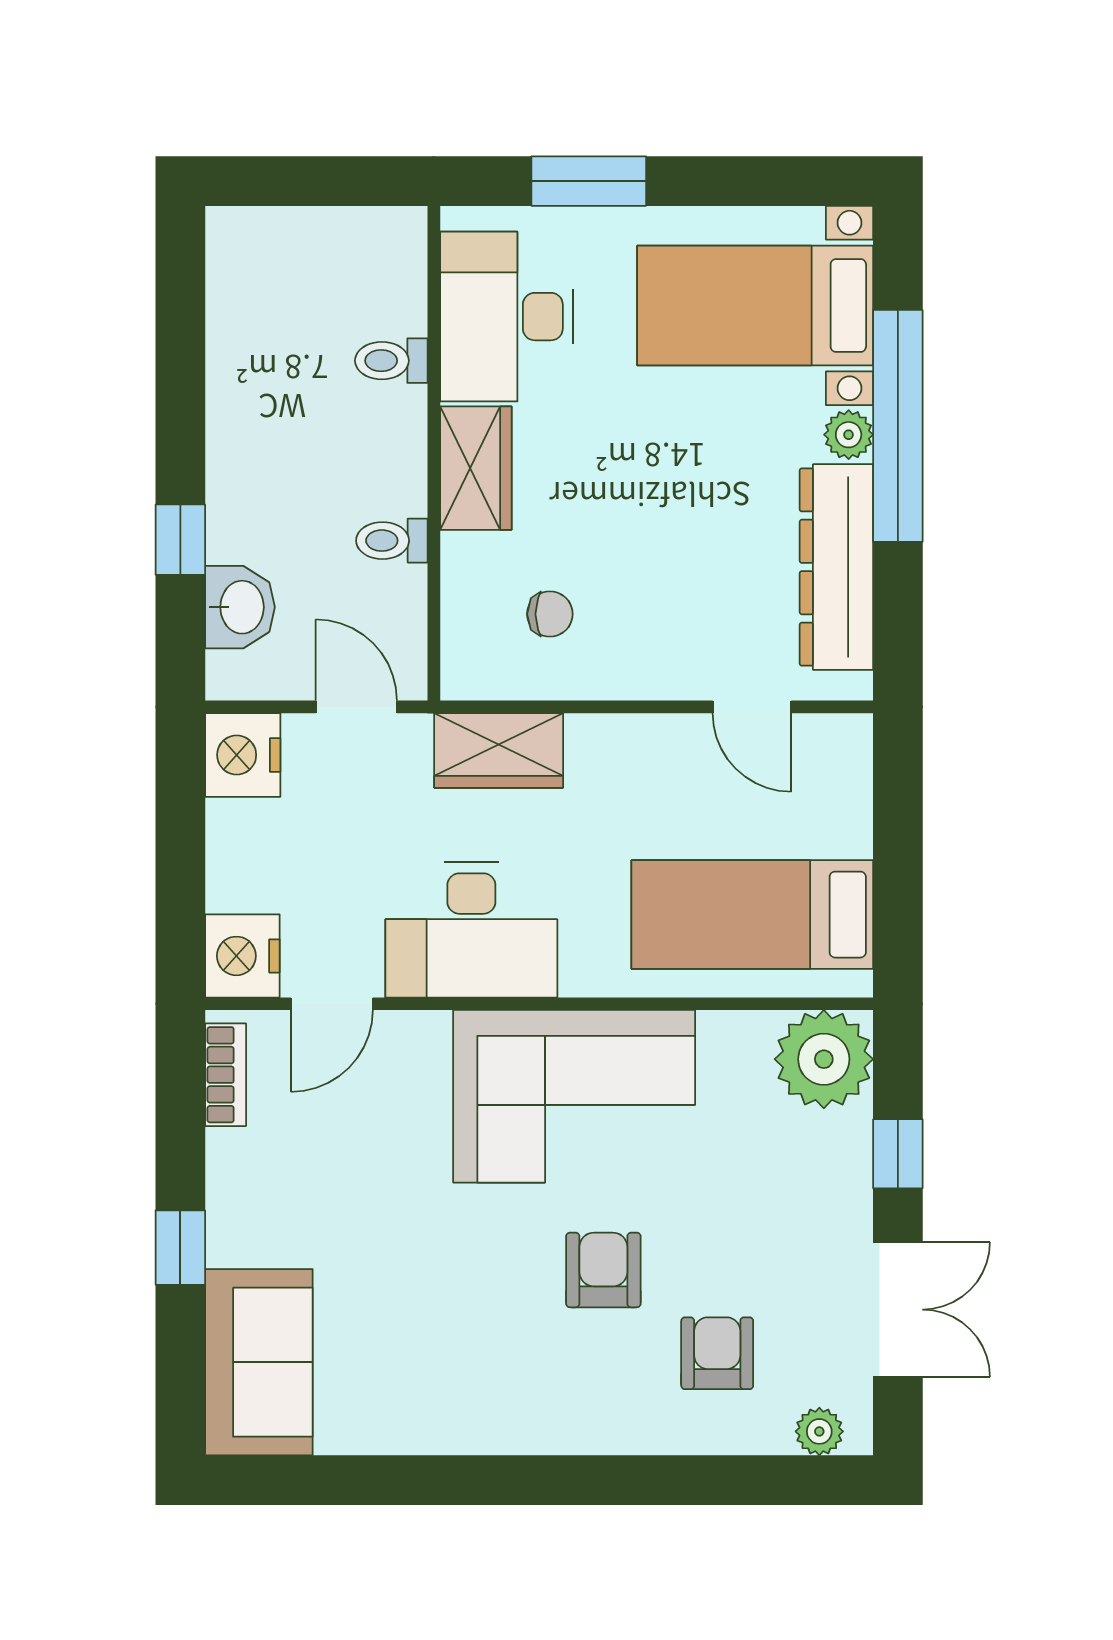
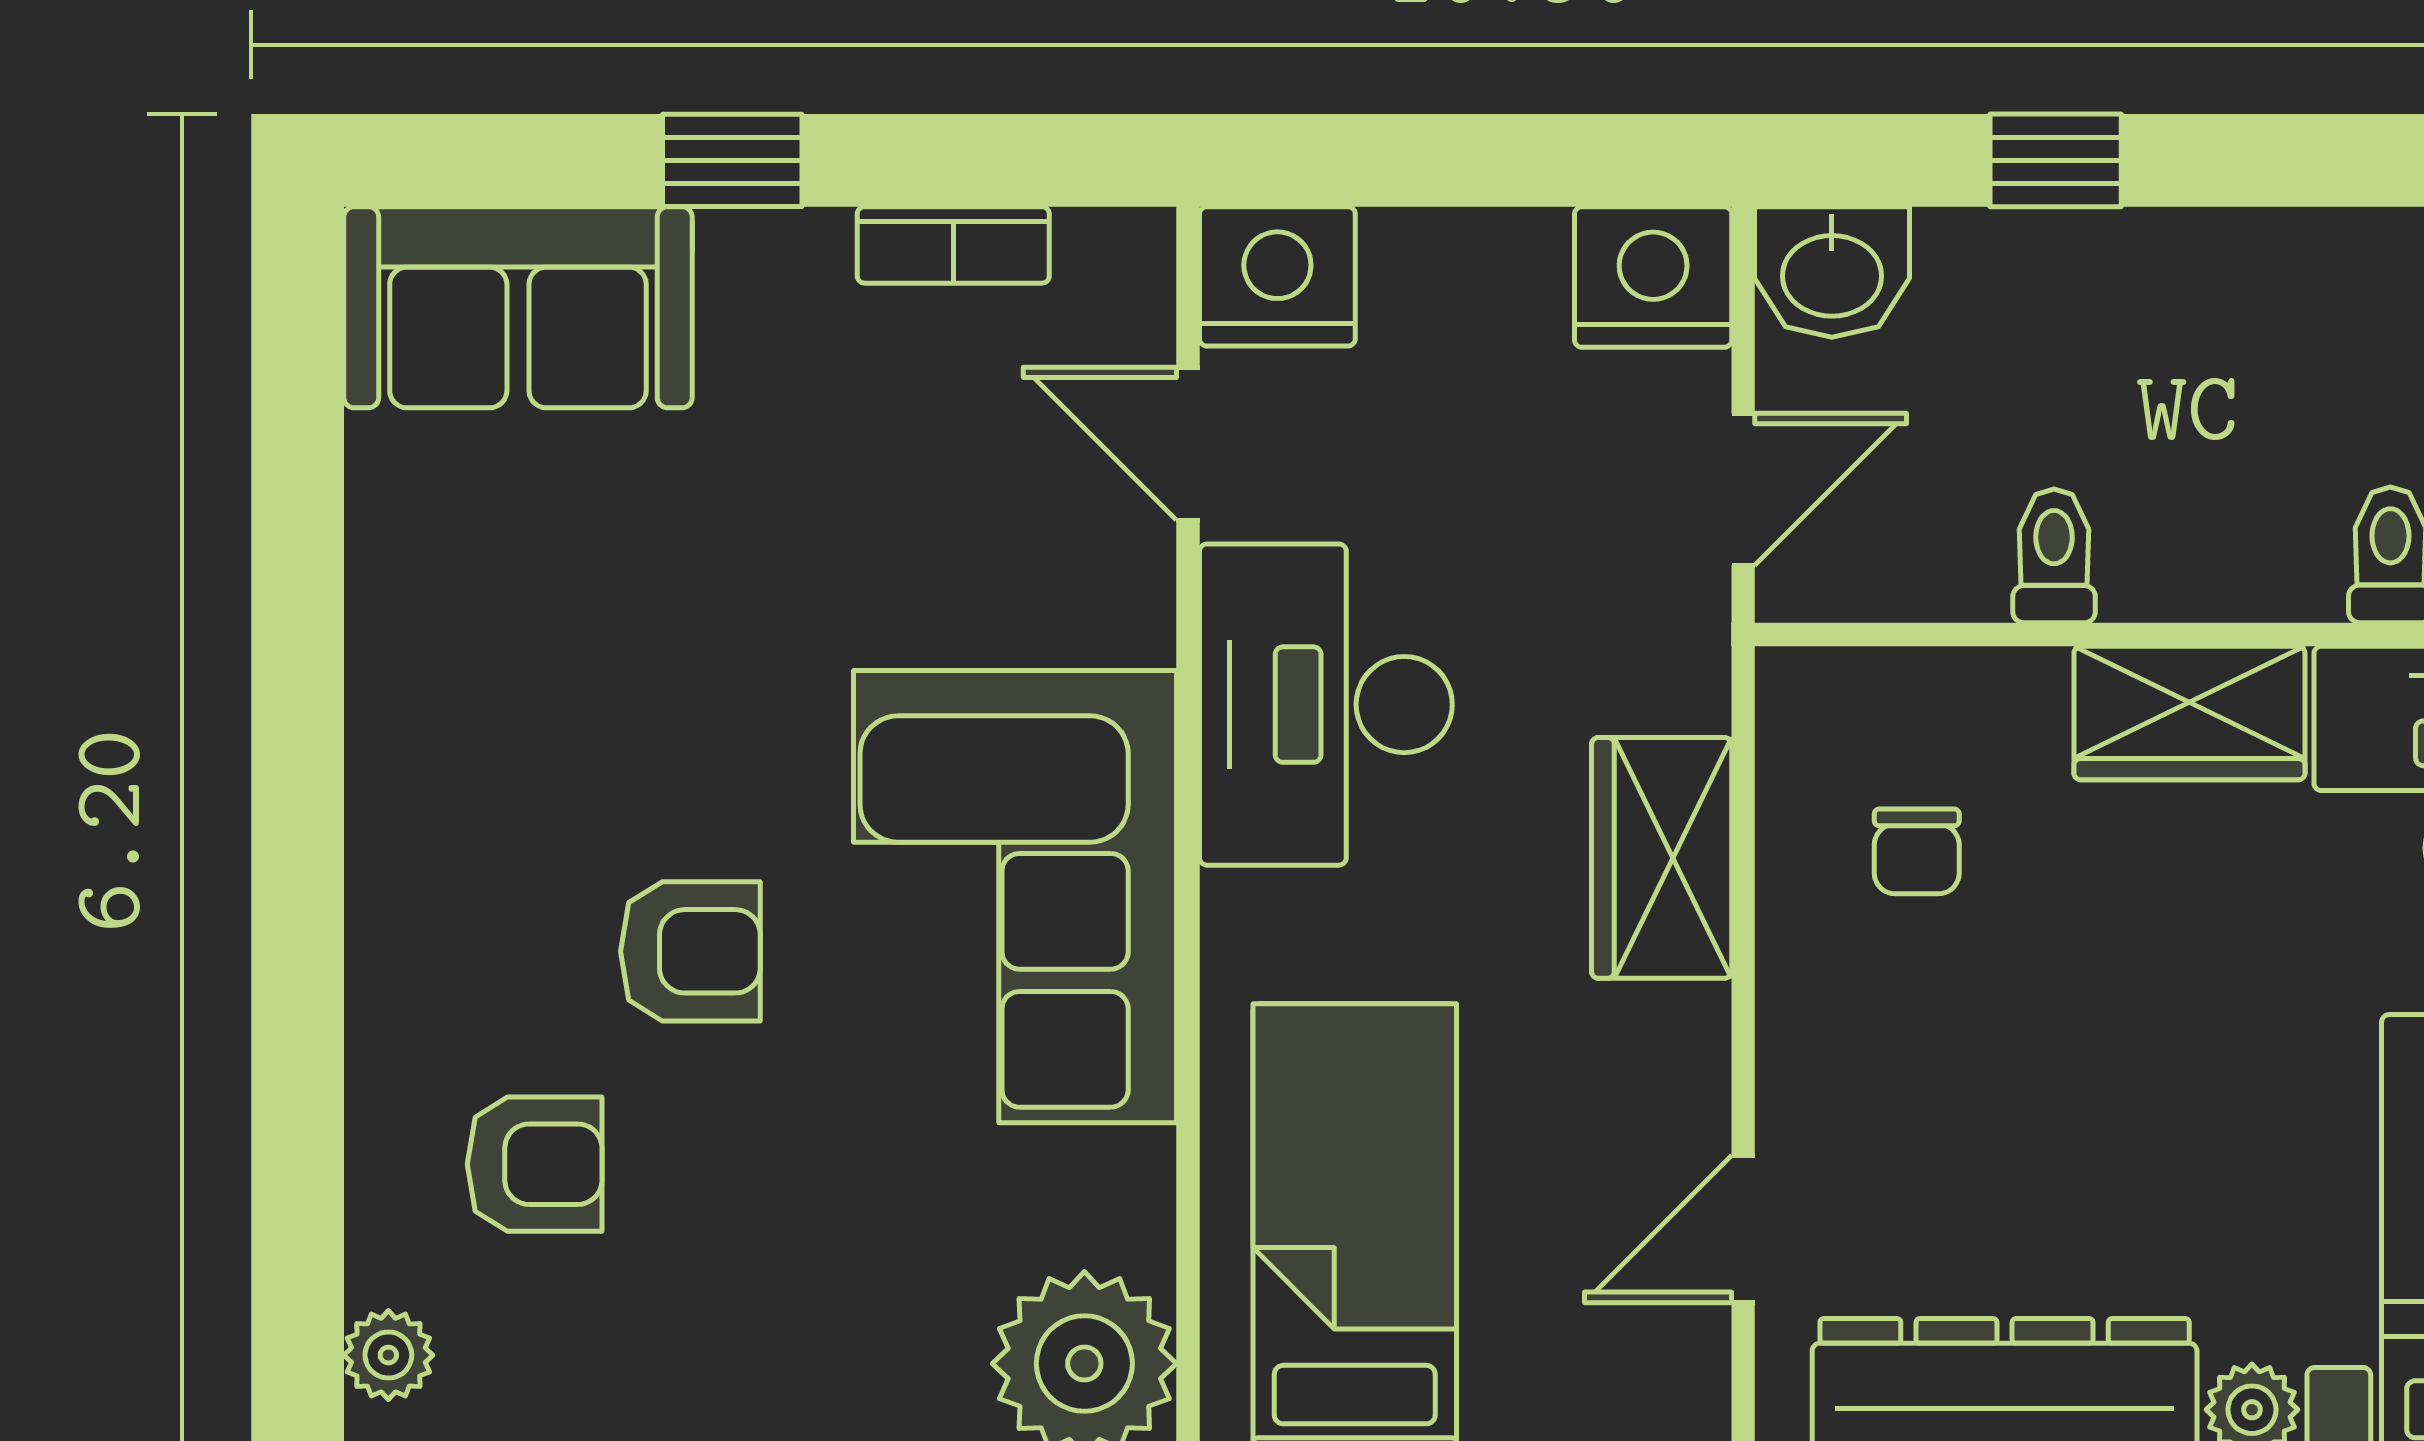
washbasin: (240, 607) -> (1832, 272), moved
wardrobe: (499, 750) -> (1662, 858), moved
bookcase: (226, 1075) -> (953, 245), moved

